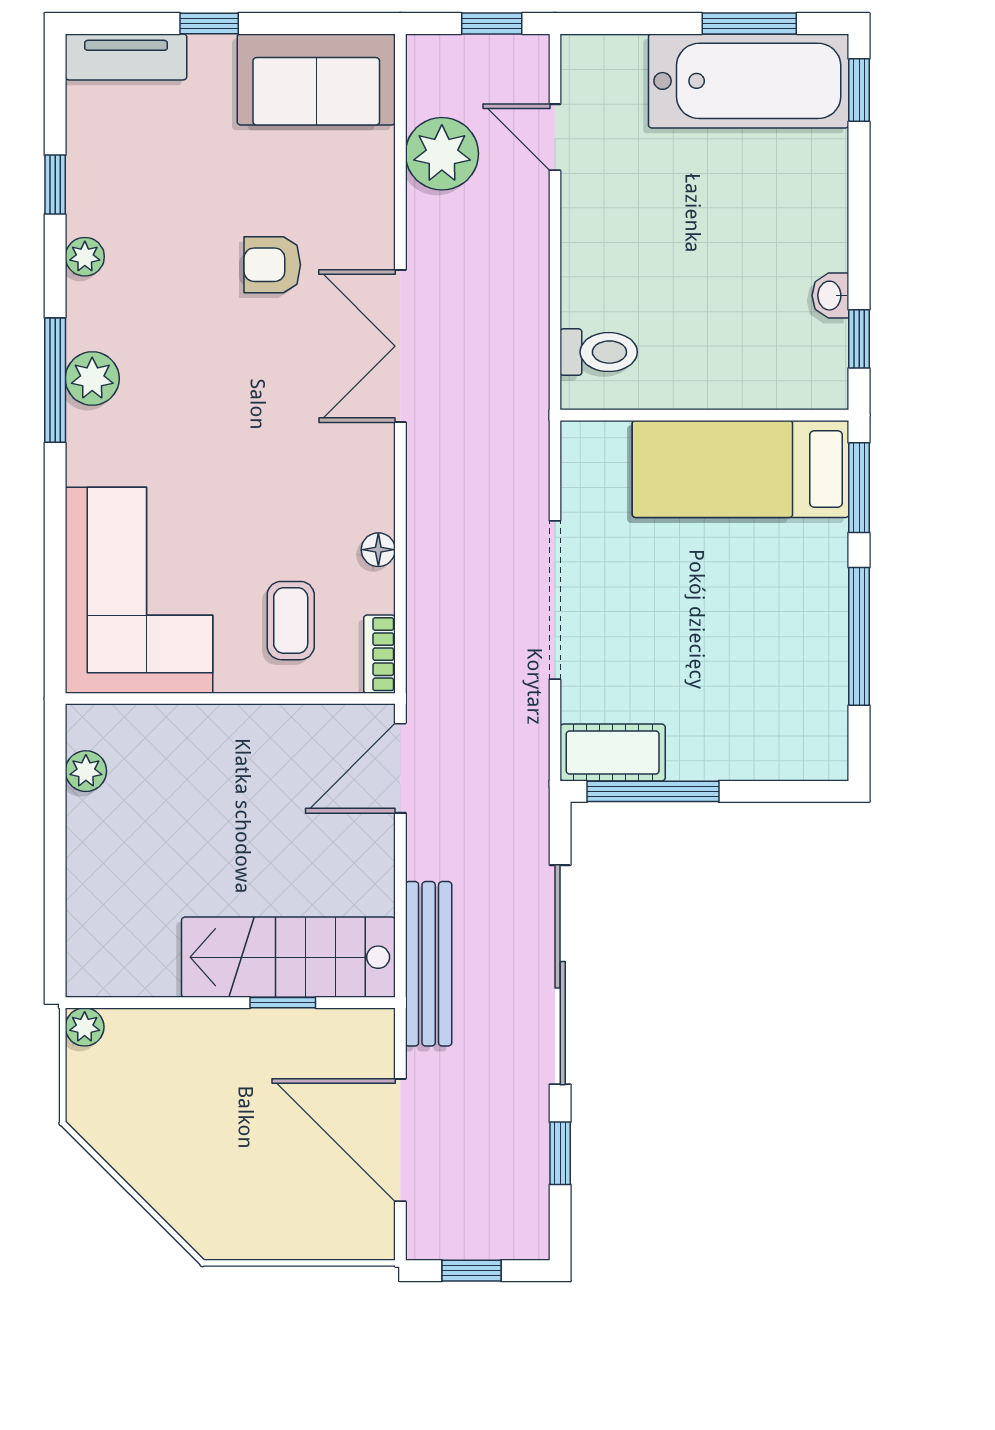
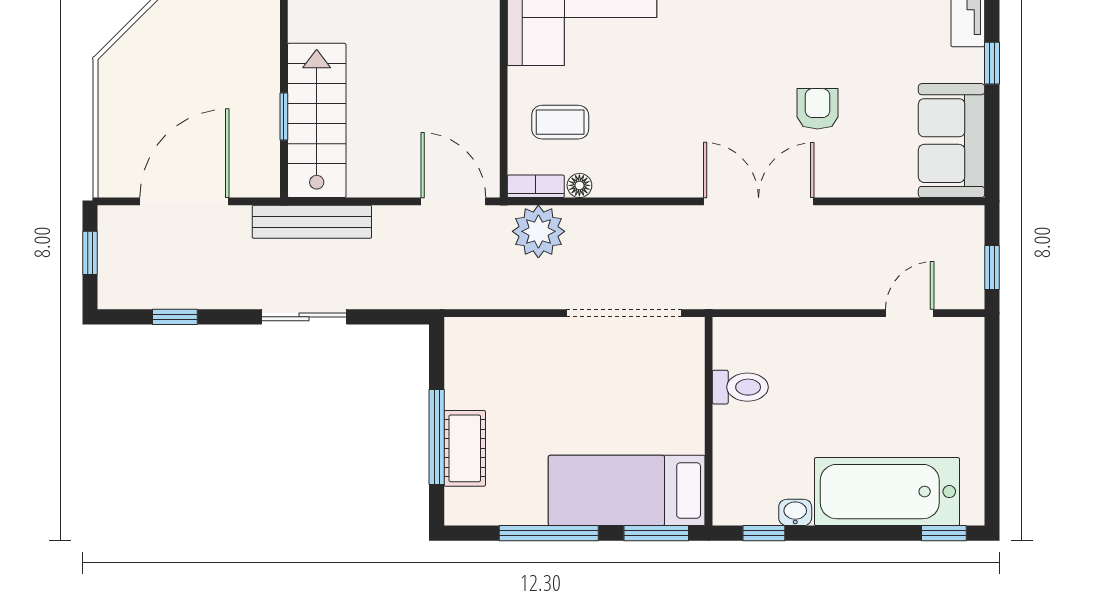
window: (749, 23) -> (992, 454), removed
bathtub: (749, 81) -> (887, 492), moved, turned 90
plant: (442, 154) -> (538, 231), moved
toilet: (599, 352) -> (740, 387), moved, turned -90
bed: (741, 469) -> (627, 490), moved, turned -90
floor lamp: (378, 550) -> (579, 185), moved
doorway: (555, 600) -> (624, 313), moved
cot: (613, 752) -> (465, 448), moved
window: (653, 791) -> (437, 437), moved
sliding door: (560, 975) -> (304, 317), width x0.54

